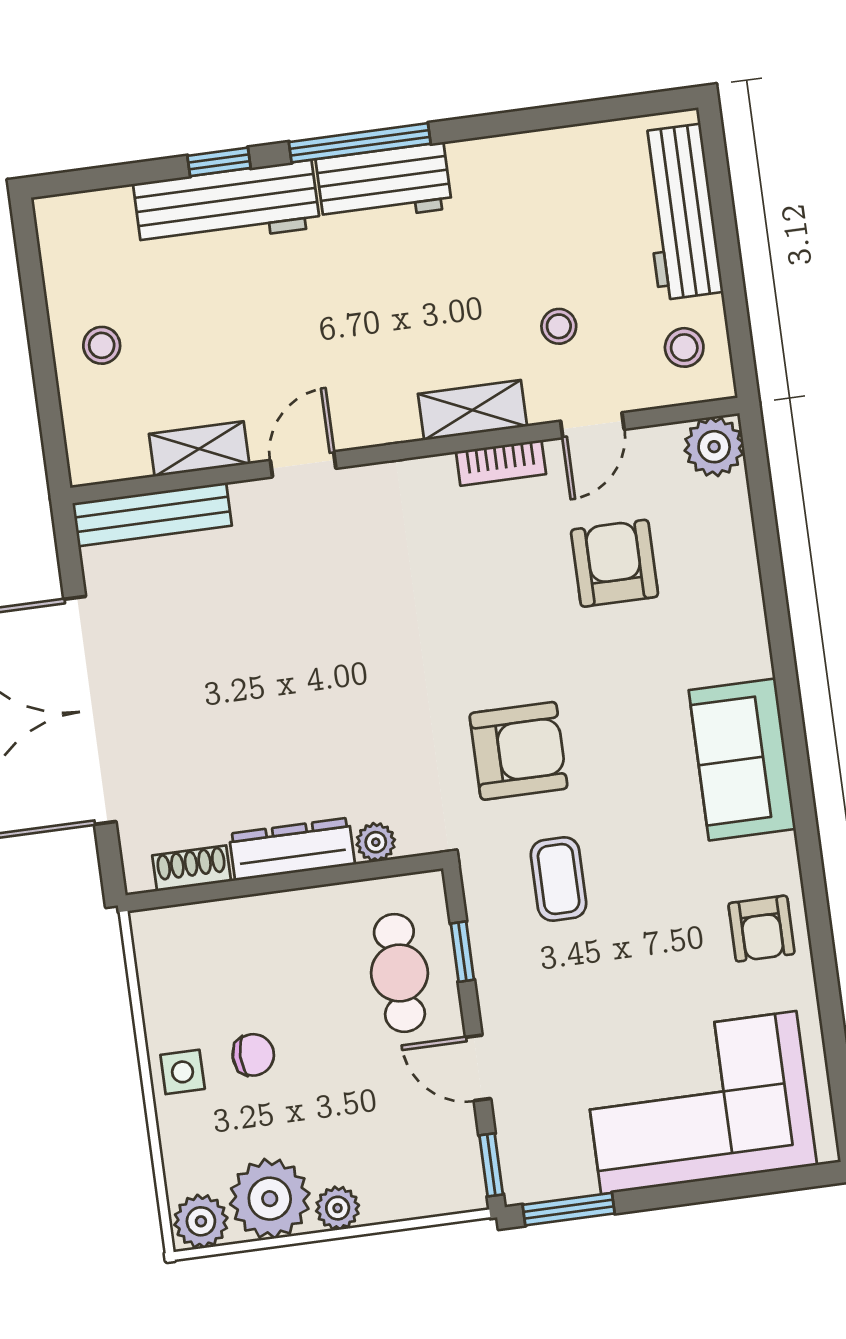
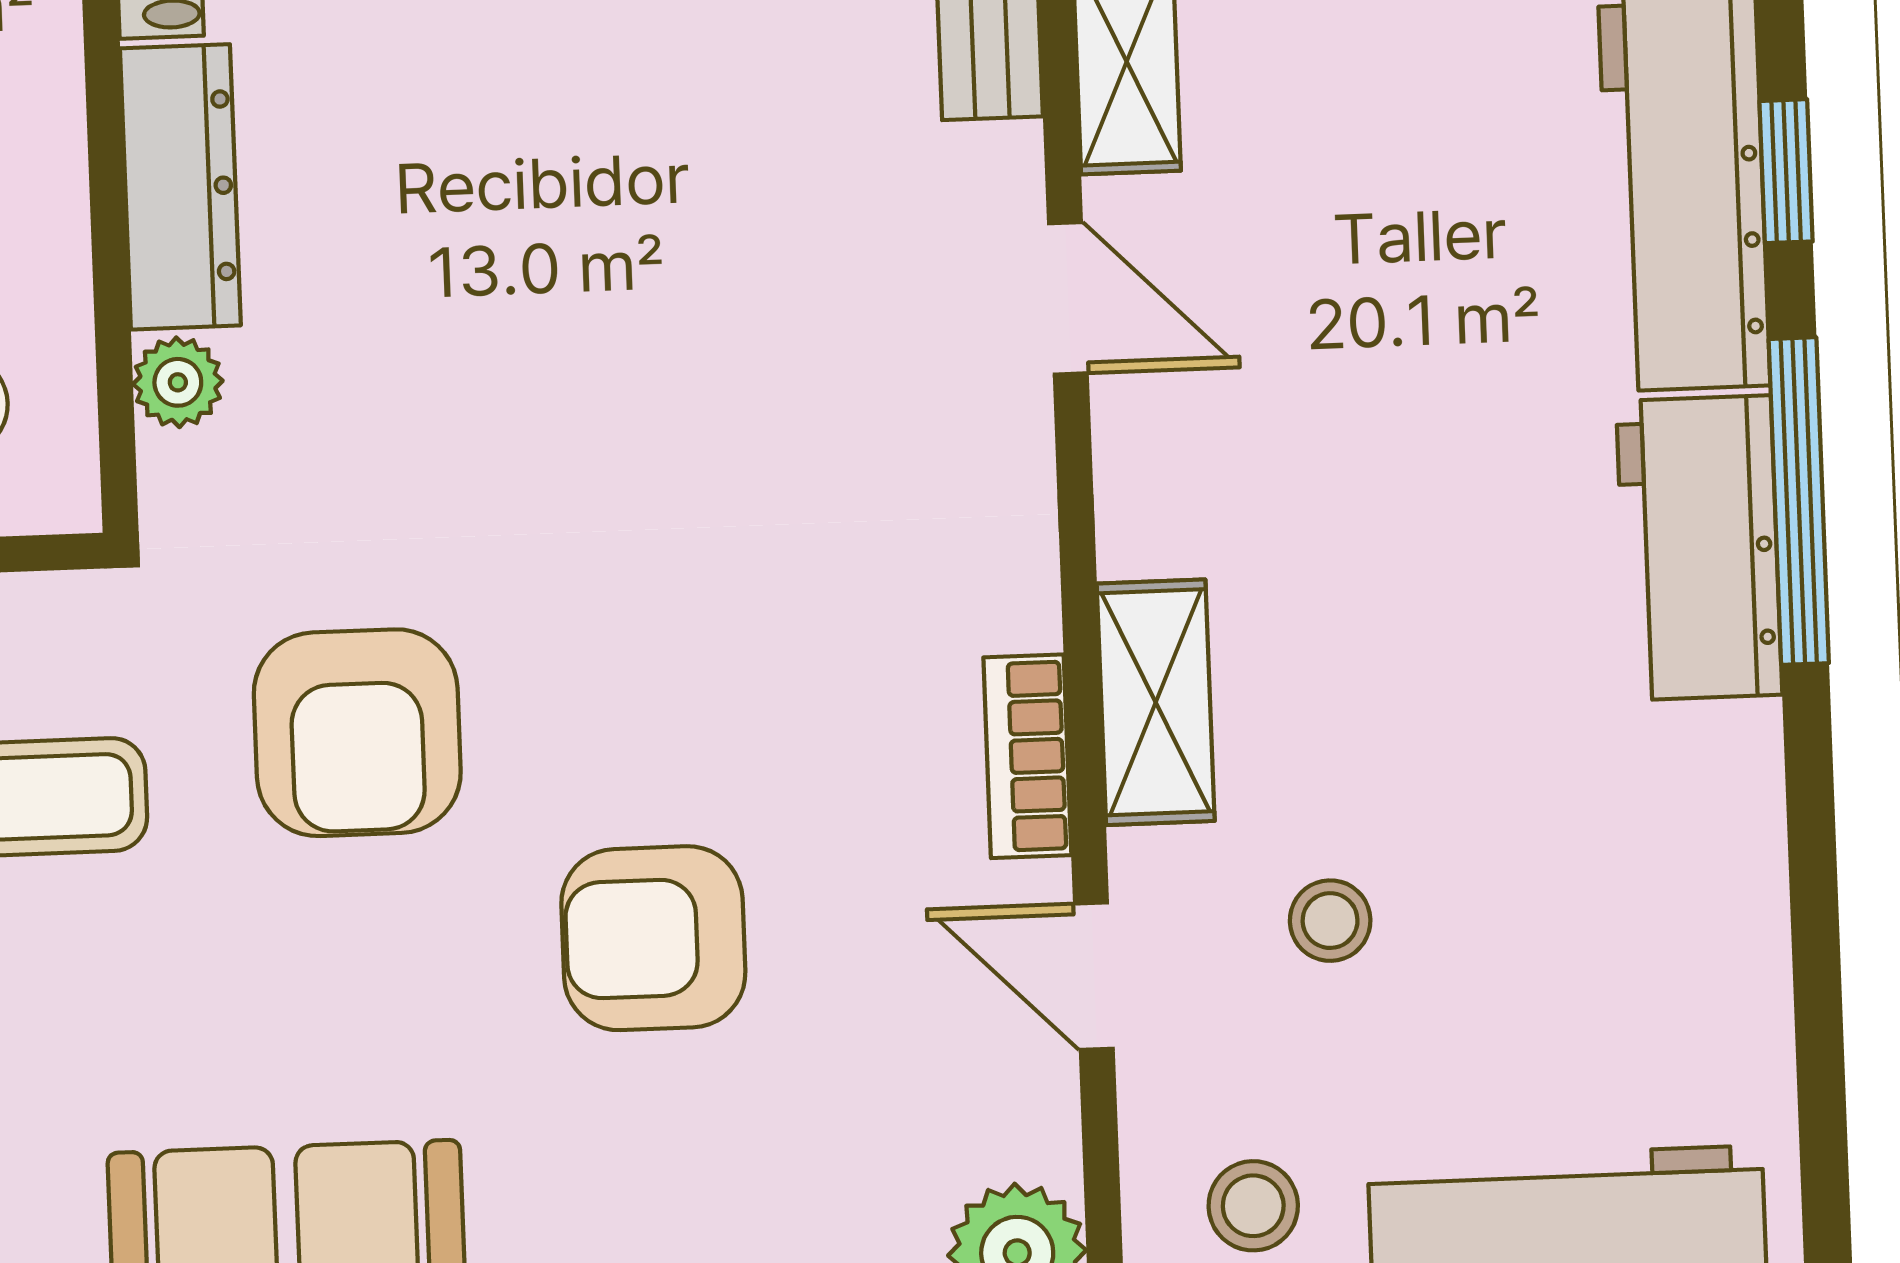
armchair: (615, 563) -> (653, 938), moved, turned 180

